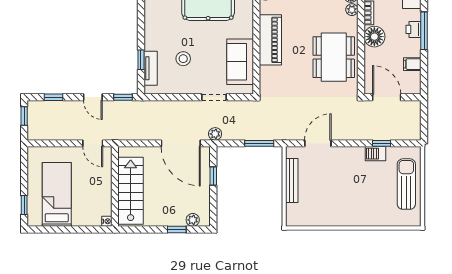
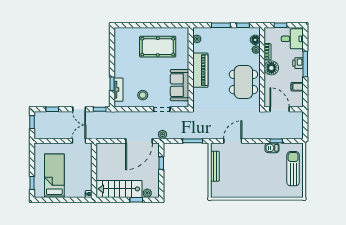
stool: (183, 59) -> (143, 95), moved
door: (93, 143) -> (79, 141), swing flipped
door: (181, 143) -> (139, 141), hinge flipped
stairs: (131, 191) -> (119, 189), moved, turned -90

